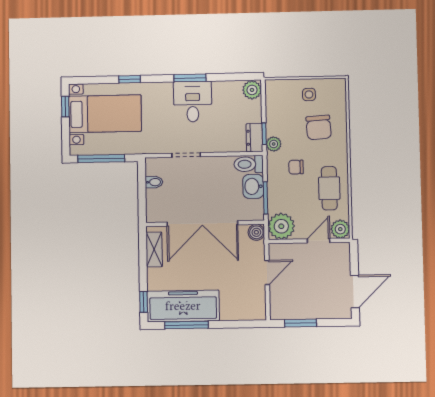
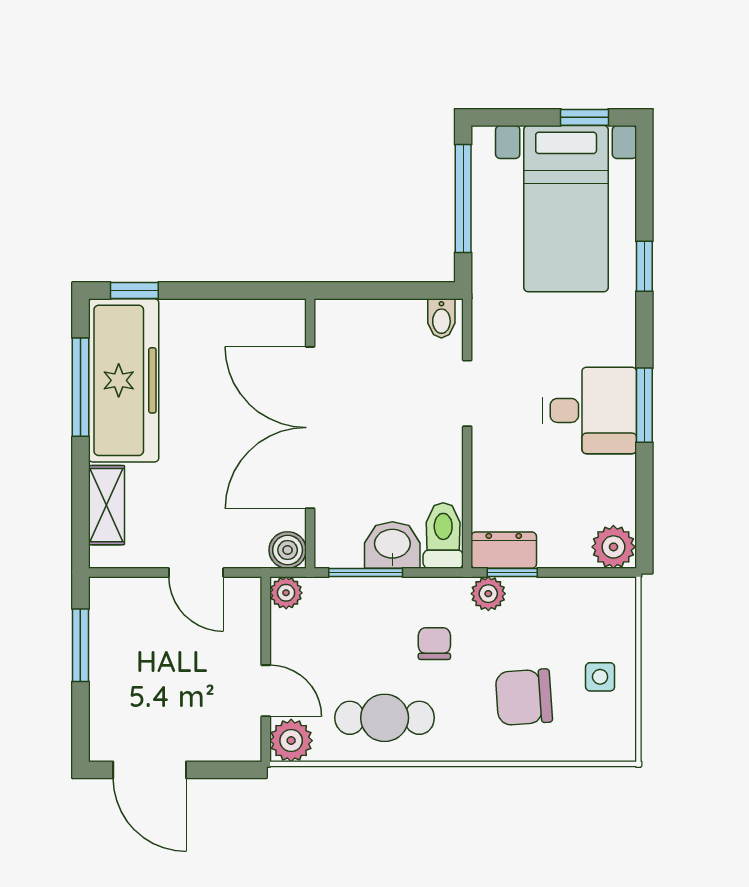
bidet: (154, 182) -> (441, 318), moved
plant: (281, 226) -> (286, 593), width x0.53, depth x0.53
shelving: (154, 249) -> (106, 505), moved, turned 90

